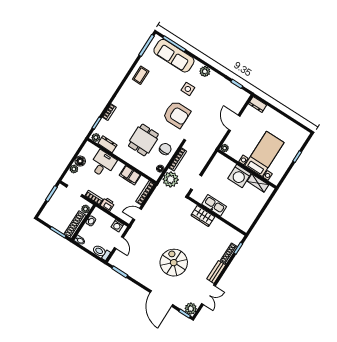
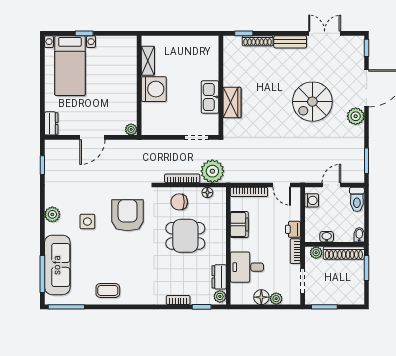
bed with nightstands: (264, 154) -> (70, 66), moved, turned -90
plant: (191, 309) -> (356, 116), moved

